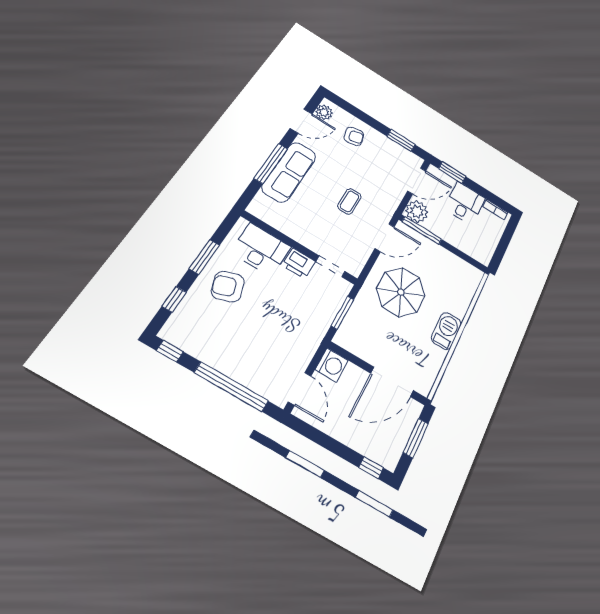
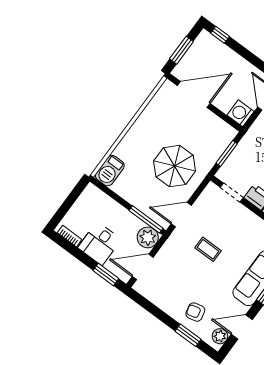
window: (401, 140) -> (188, 335), moved
coffee table: (349, 201) -> (208, 249), turned 90
barbecue: (446, 331) -> (110, 171), moved

